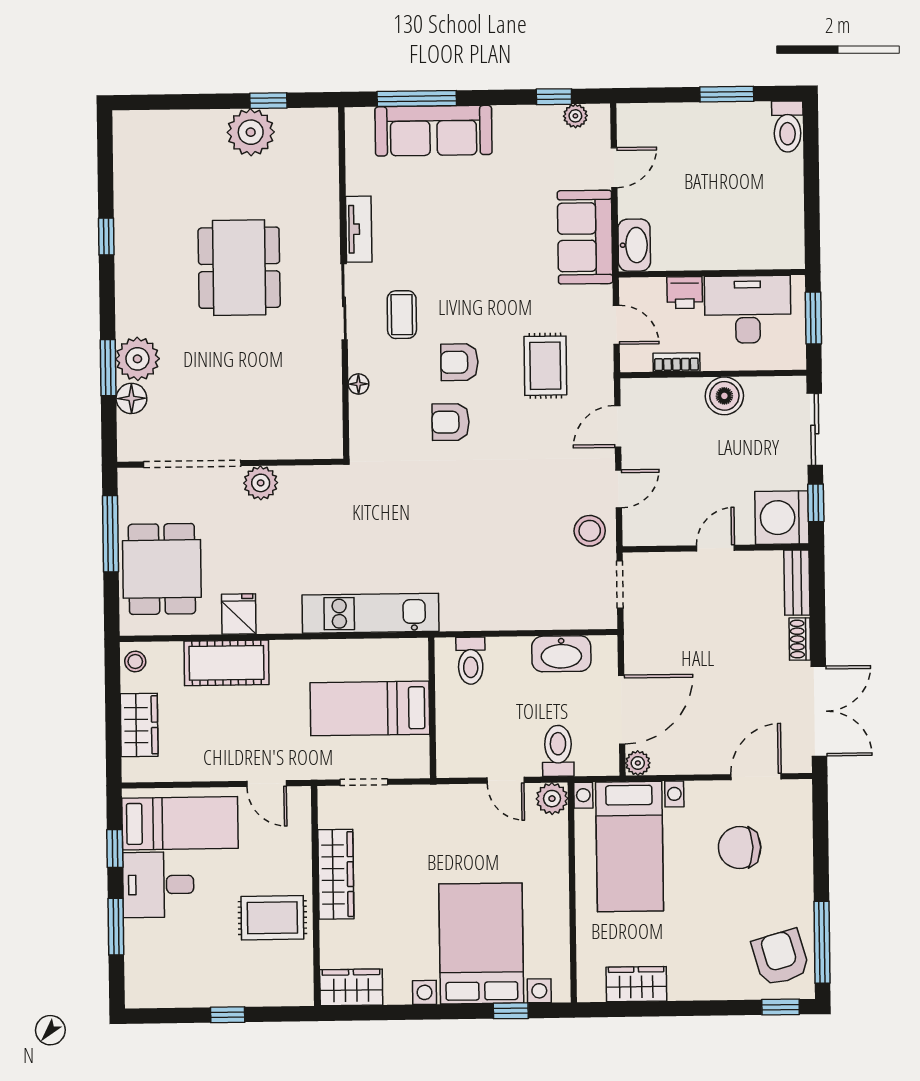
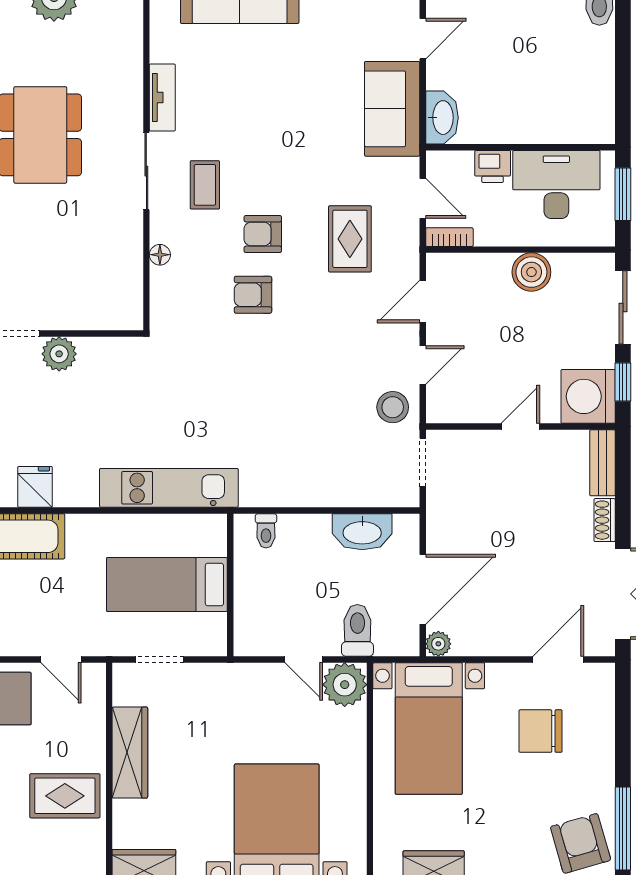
bookcase: (676, 362) -> (449, 237), moved
toilet: (471, 661) -> (266, 531), width x0.73, depth x0.72
plant: (552, 799) -> (345, 685), width x1.36, depth x1.36

